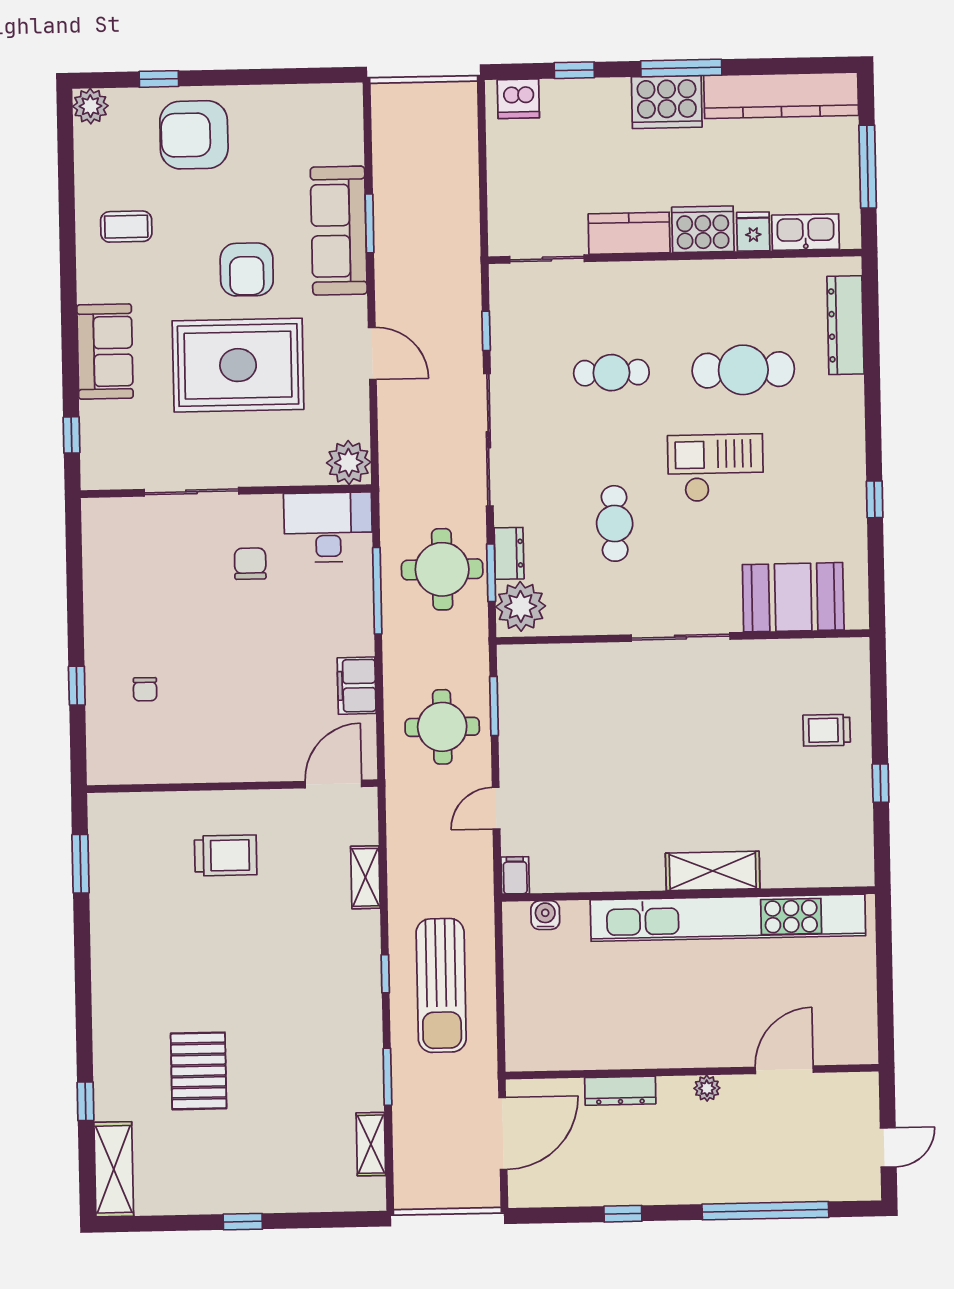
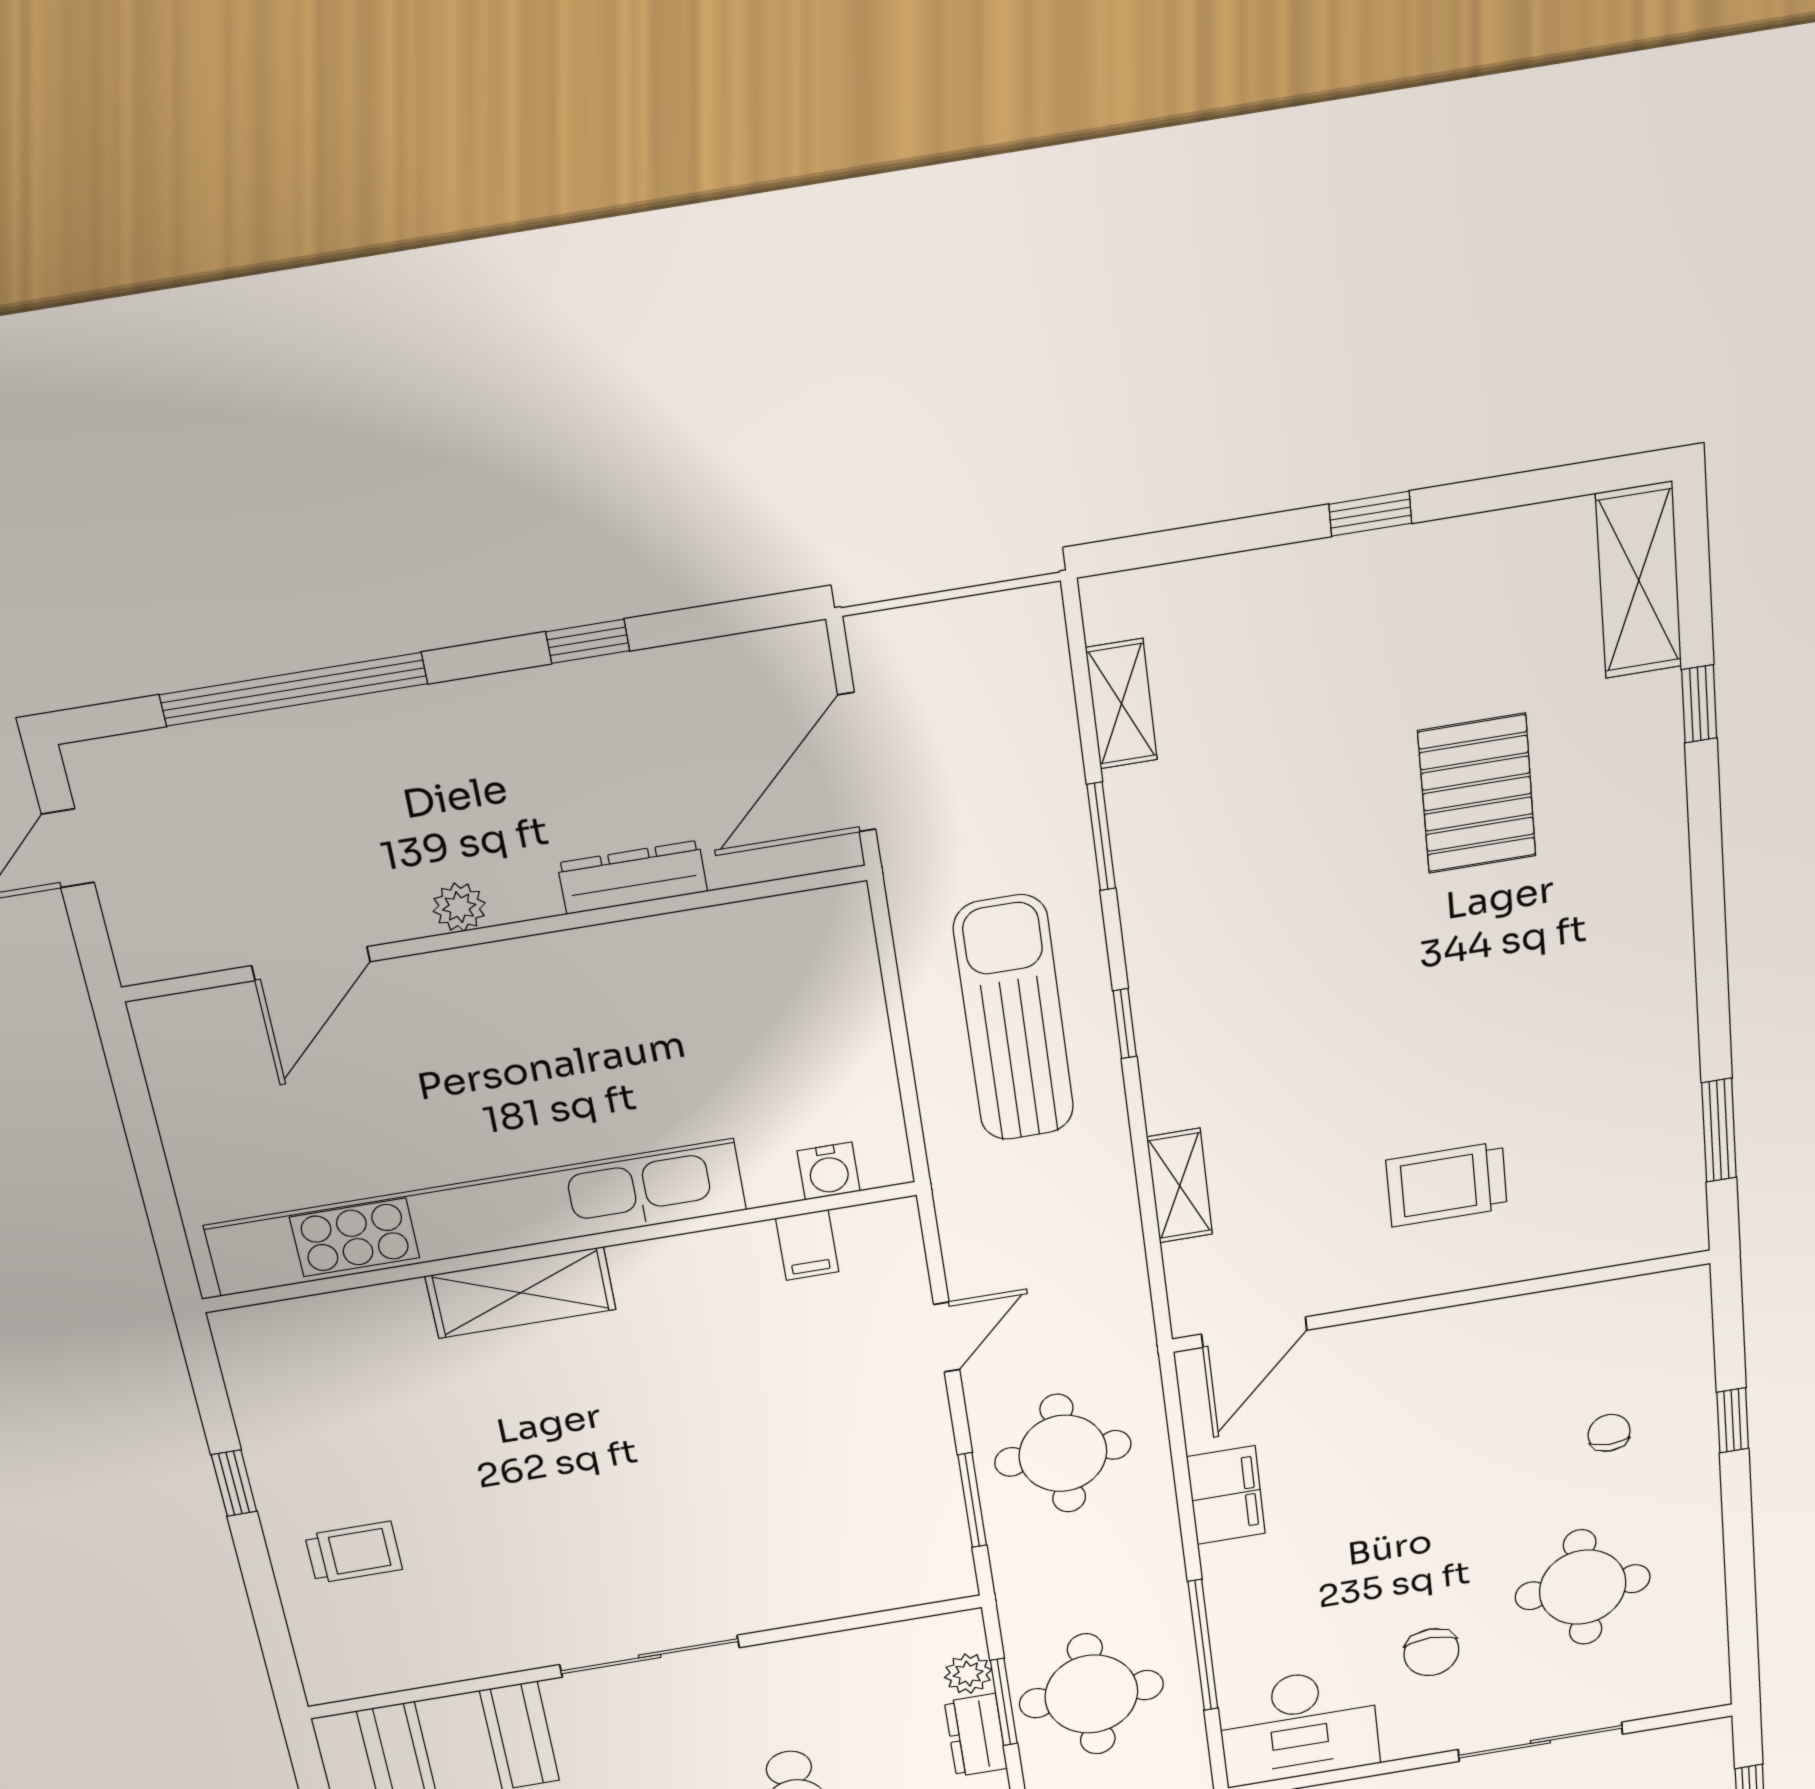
round table: (163, 592) -> (1583, 1587), added
plant: (521, 606) -> (968, 1674), width x0.53, depth x0.53
filing cabinet: (515, 875) -> (807, 1245), moved

